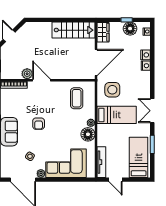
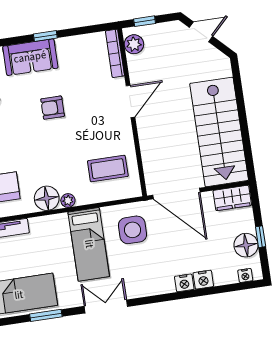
stairs: (73, 30) -> (219, 132), width x1.36, depth x1.51
plant: (27, 74) -> (134, 44), moved

